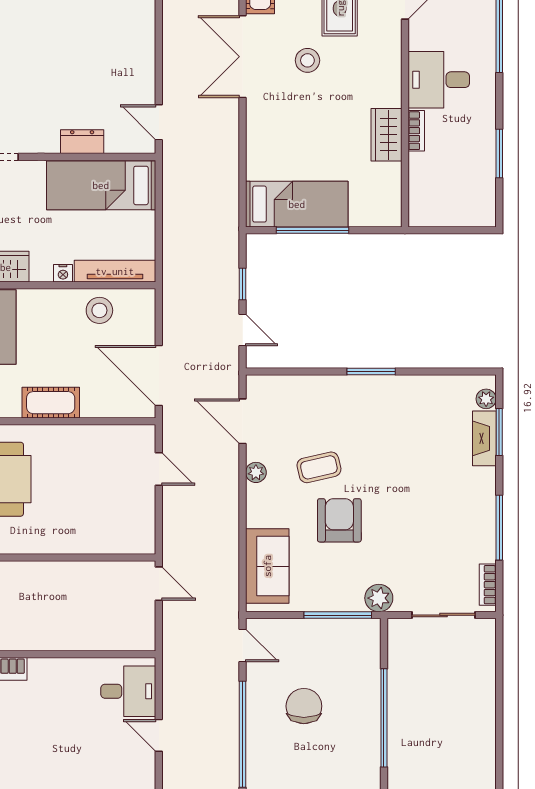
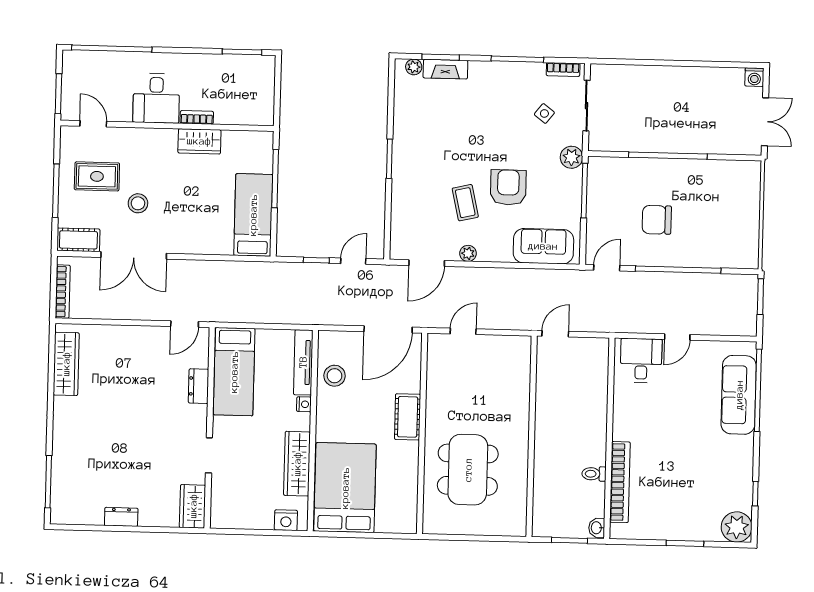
window: (499, 153) -> (242, 52), moved
window: (313, 230) -> (275, 179), moved
armchair: (339, 520) -> (508, 187), turned 90
side table: (432, 563) -> (544, 113), added

